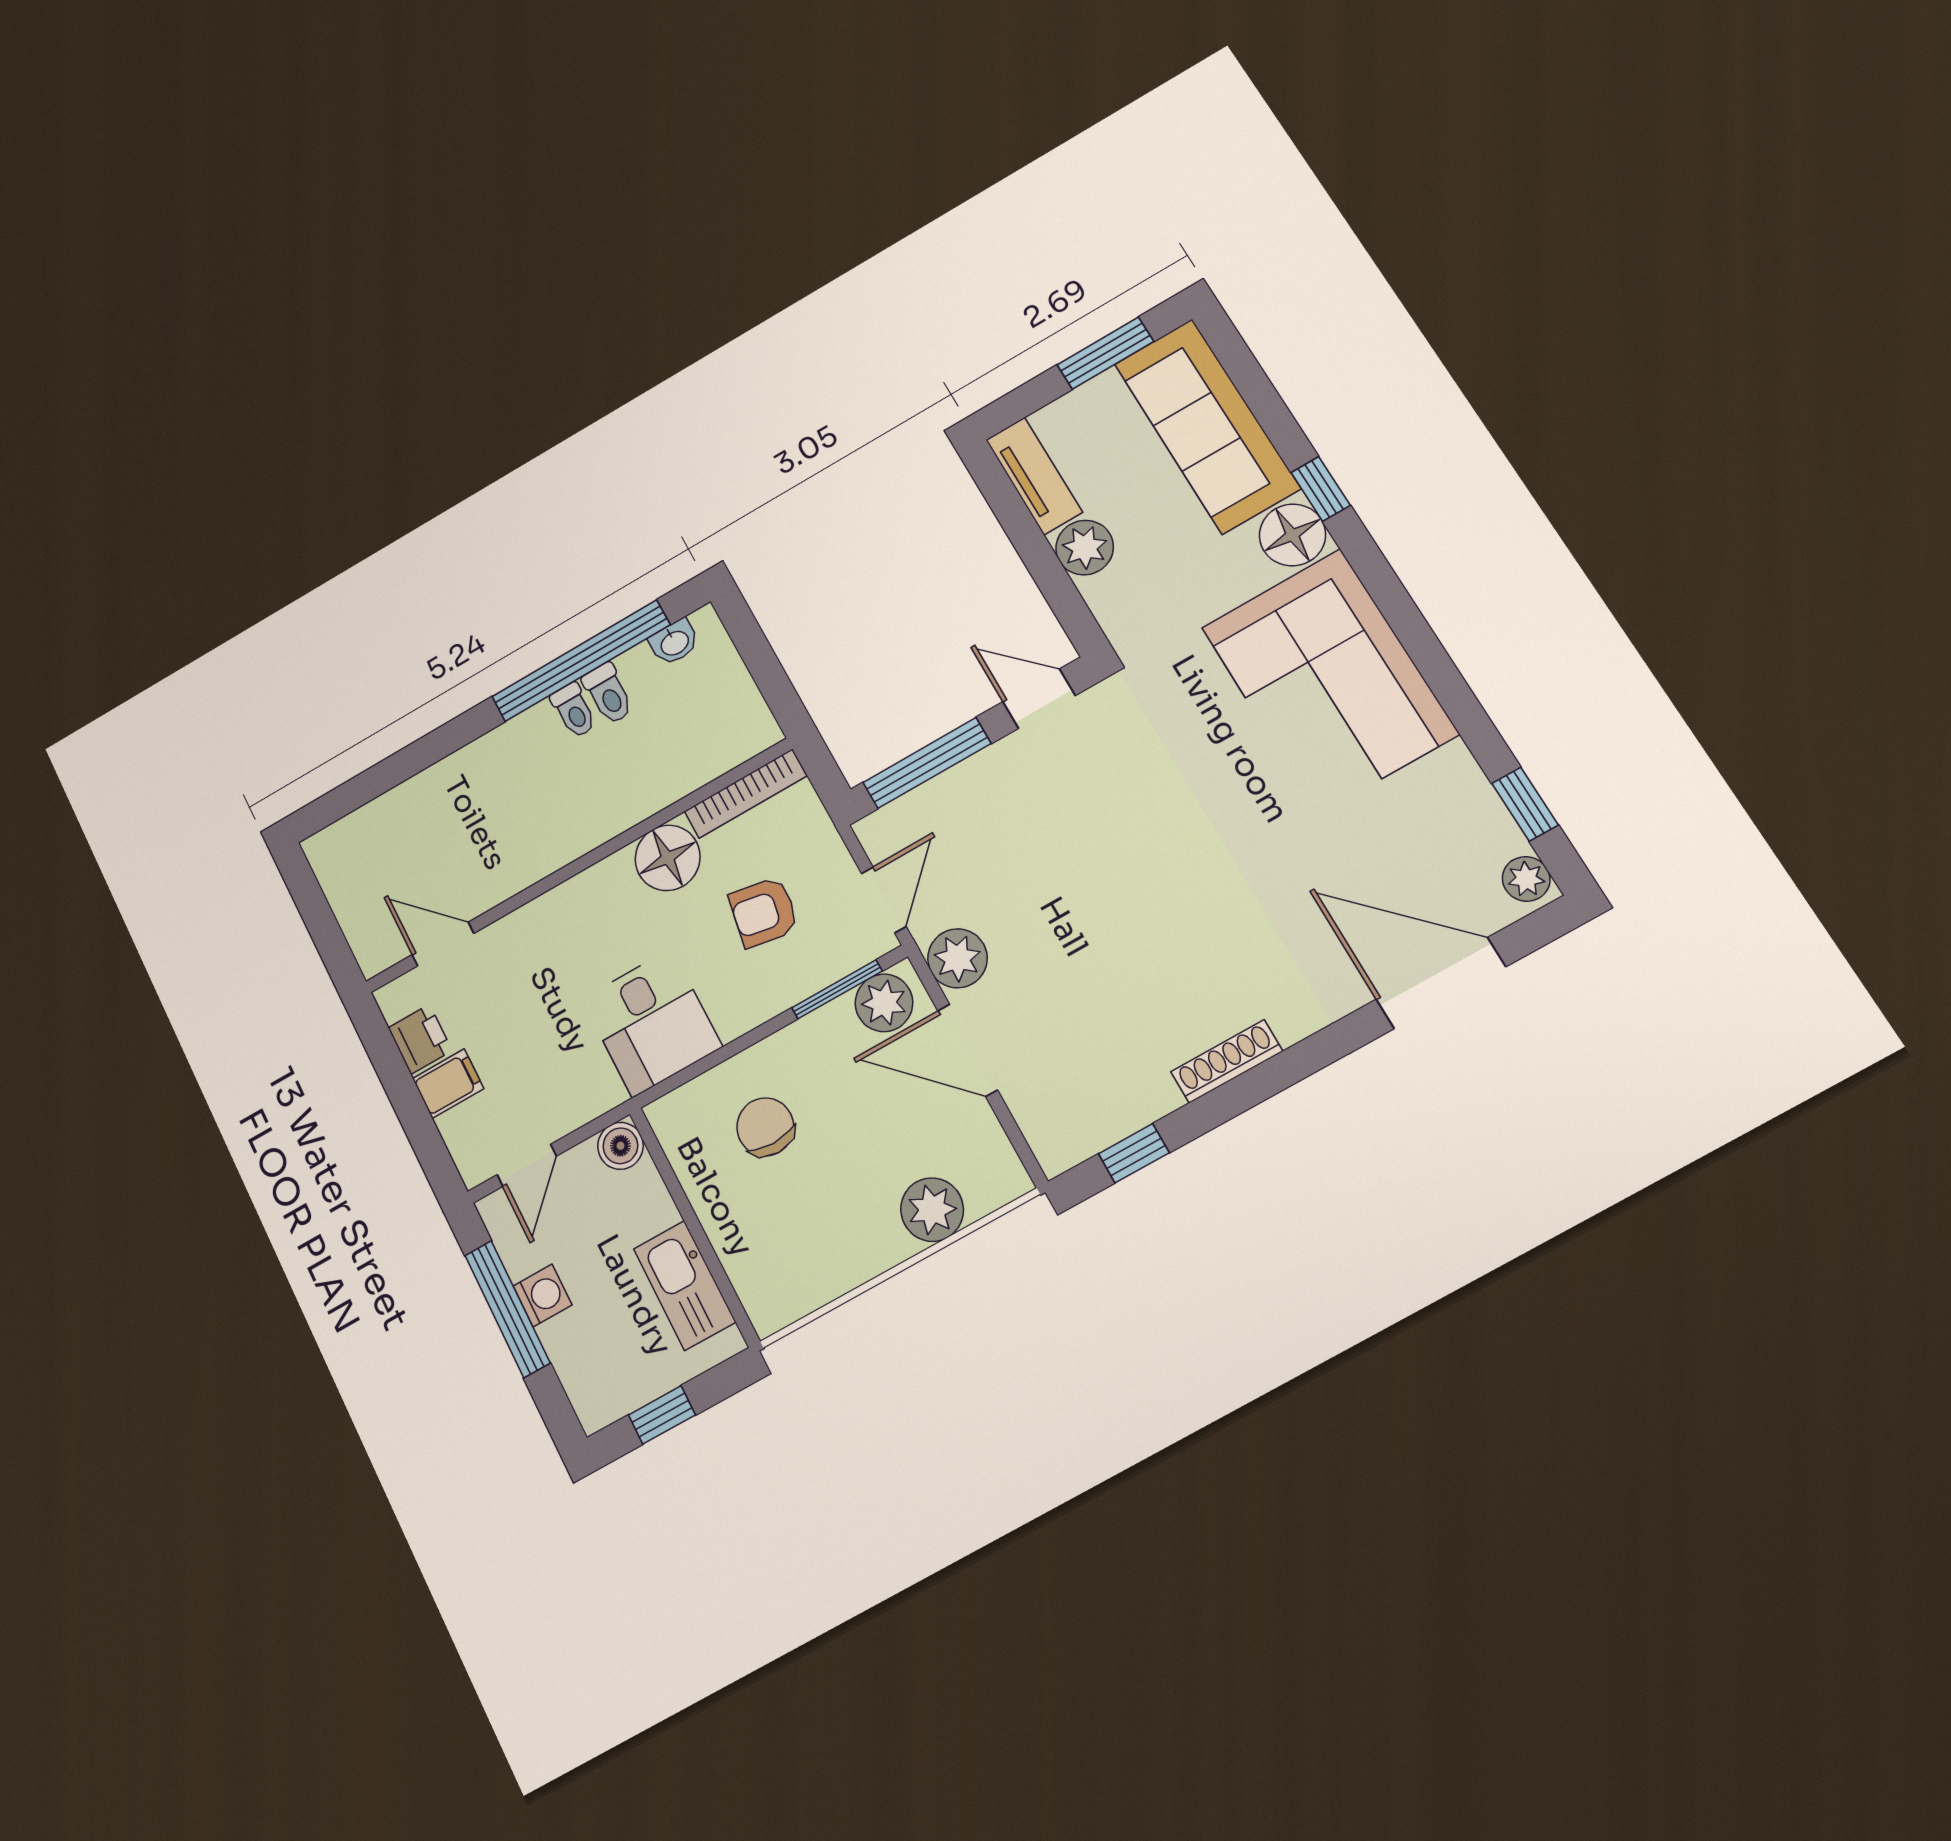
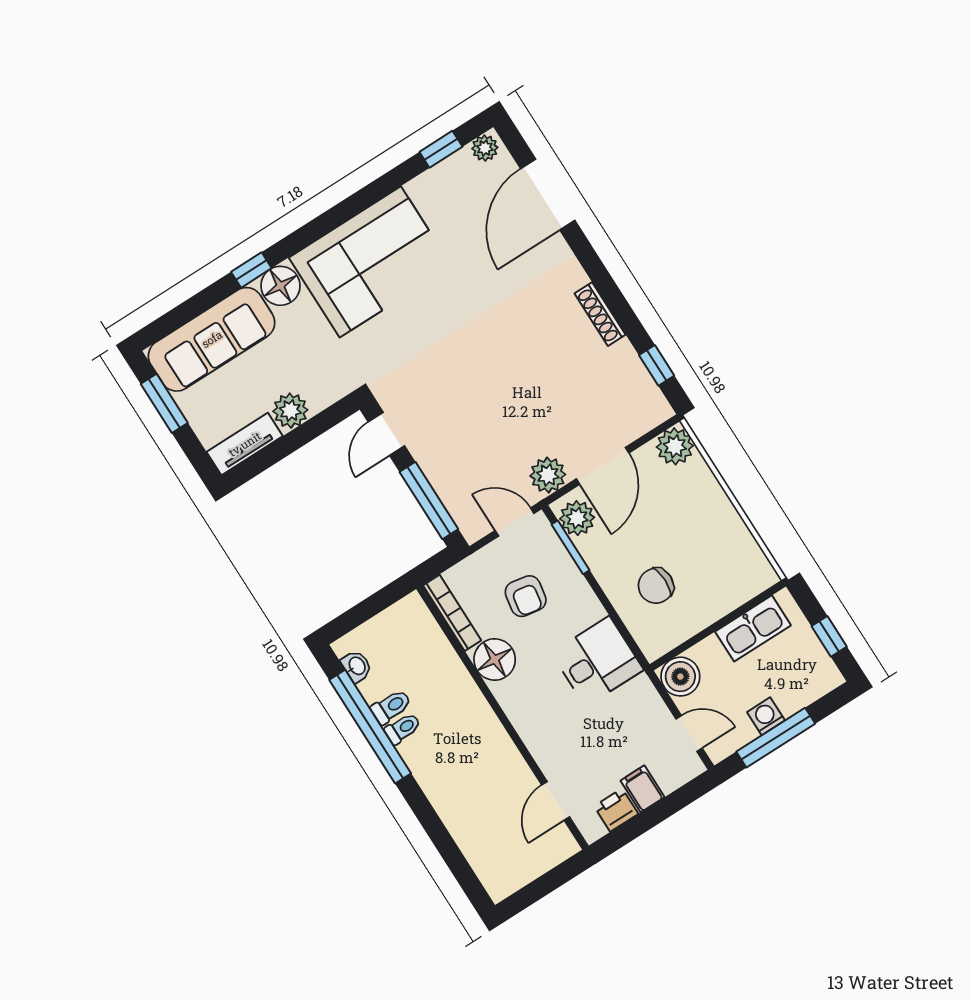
boiler: (620, 1146) -> (680, 677), width x1.36, depth x1.36
plant: (932, 1210) -> (675, 446), moved

